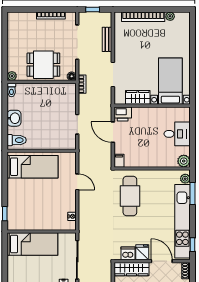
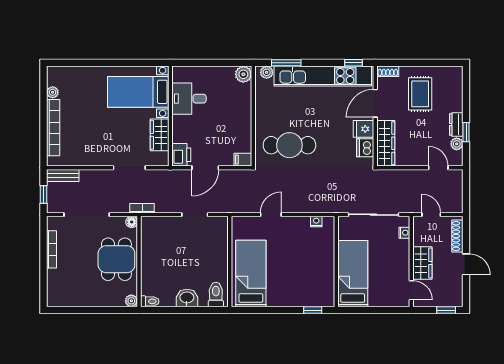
bench: (107, 39) -> (63, 175), moved
desk: (177, 134) -> (189, 99), moved, turned -90

